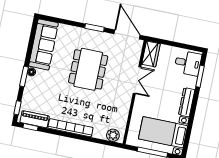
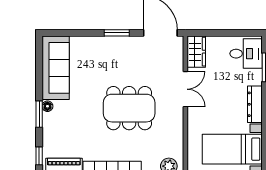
dining table: (88, 69) -> (129, 108), moved, turned 90

